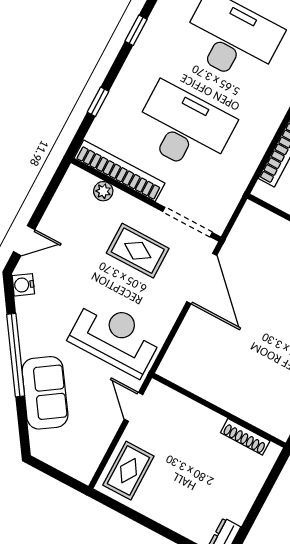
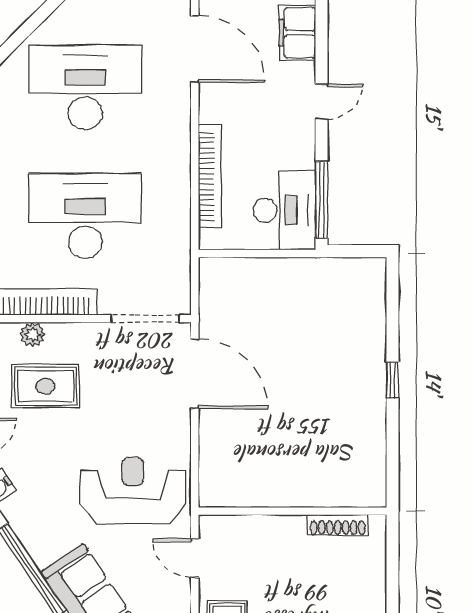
rug: (138, 251) -> (45, 386), moved

